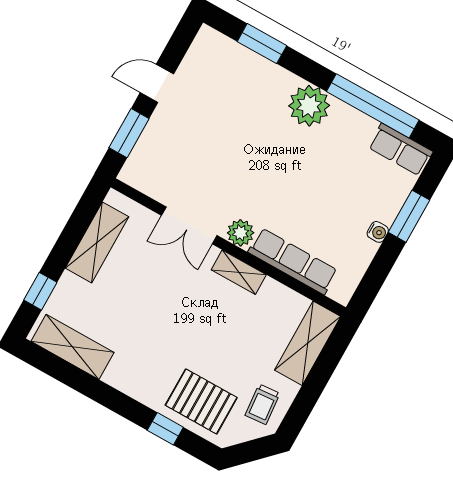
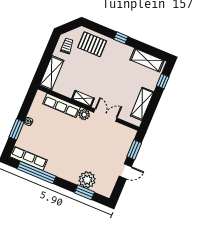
plant: (309, 106) -> (87, 180), moved
row of seats: (400, 150) -> (29, 158), width x1.48
window: (165, 429) -> (121, 38), moved

